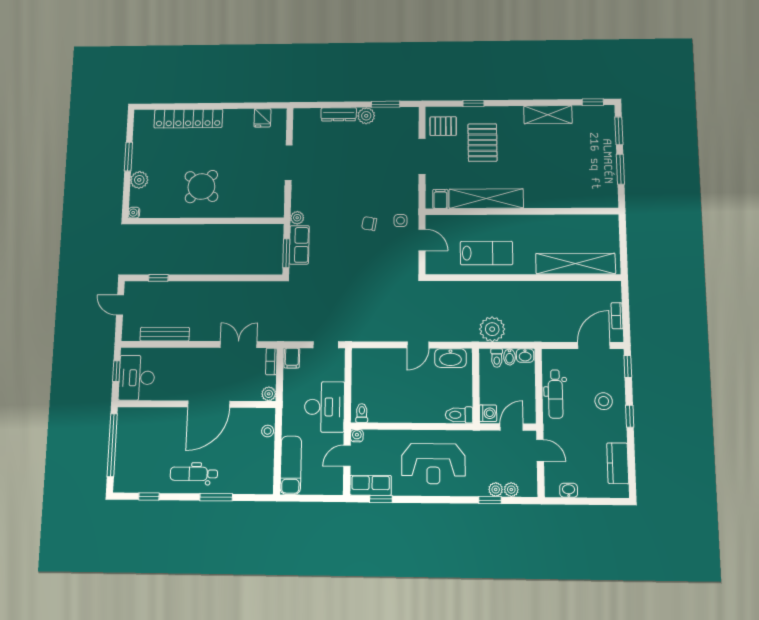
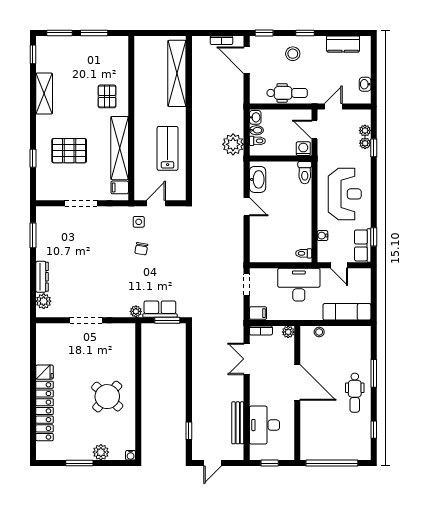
plant: (366, 116) -> (44, 301), moved
fridge: (262, 118) -> (44, 372), moved
pallet: (443, 126) -> (107, 96), moved
desk: (137, 378) -> (264, 425), moved, turned 90
water cooler: (357, 436) -> (322, 236), moved

